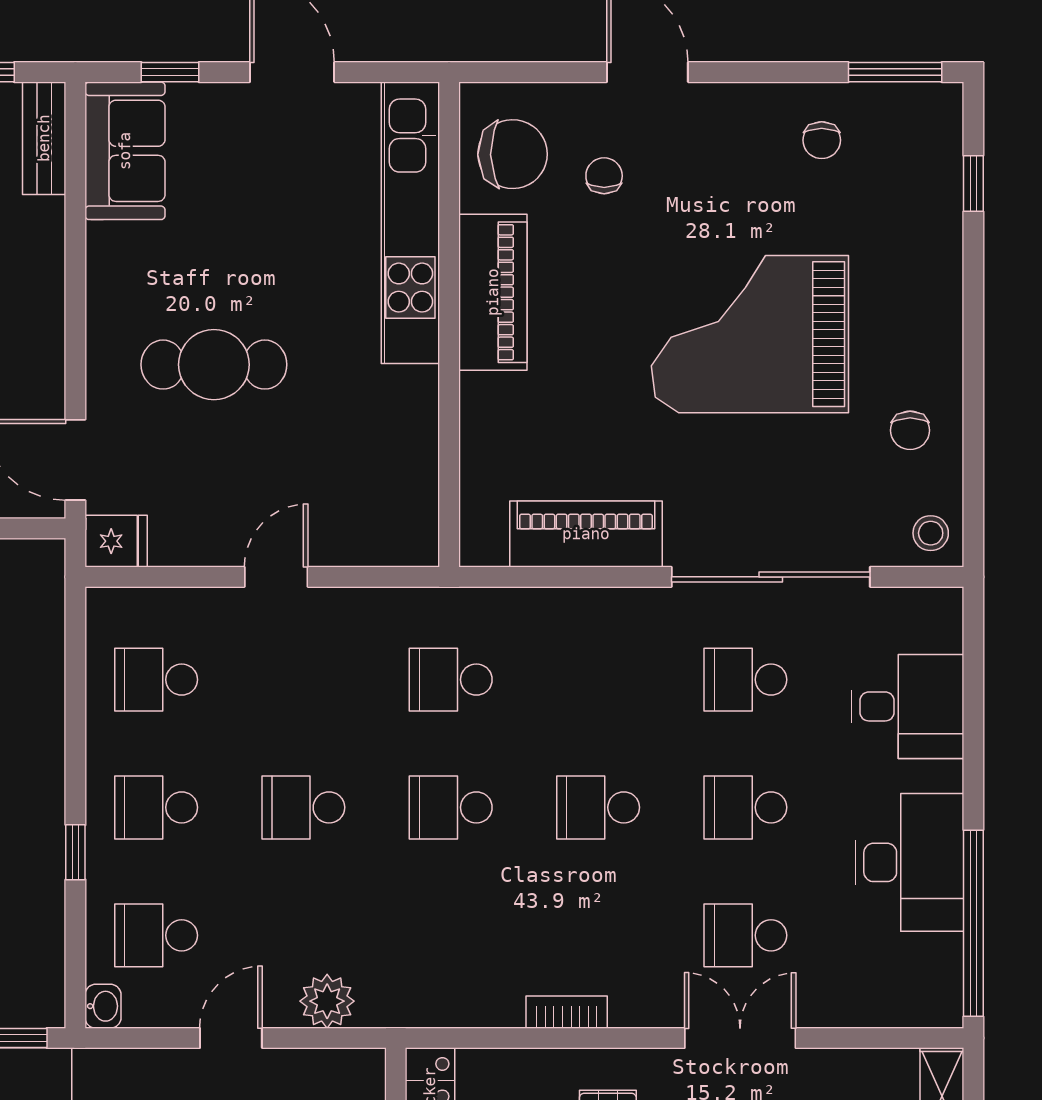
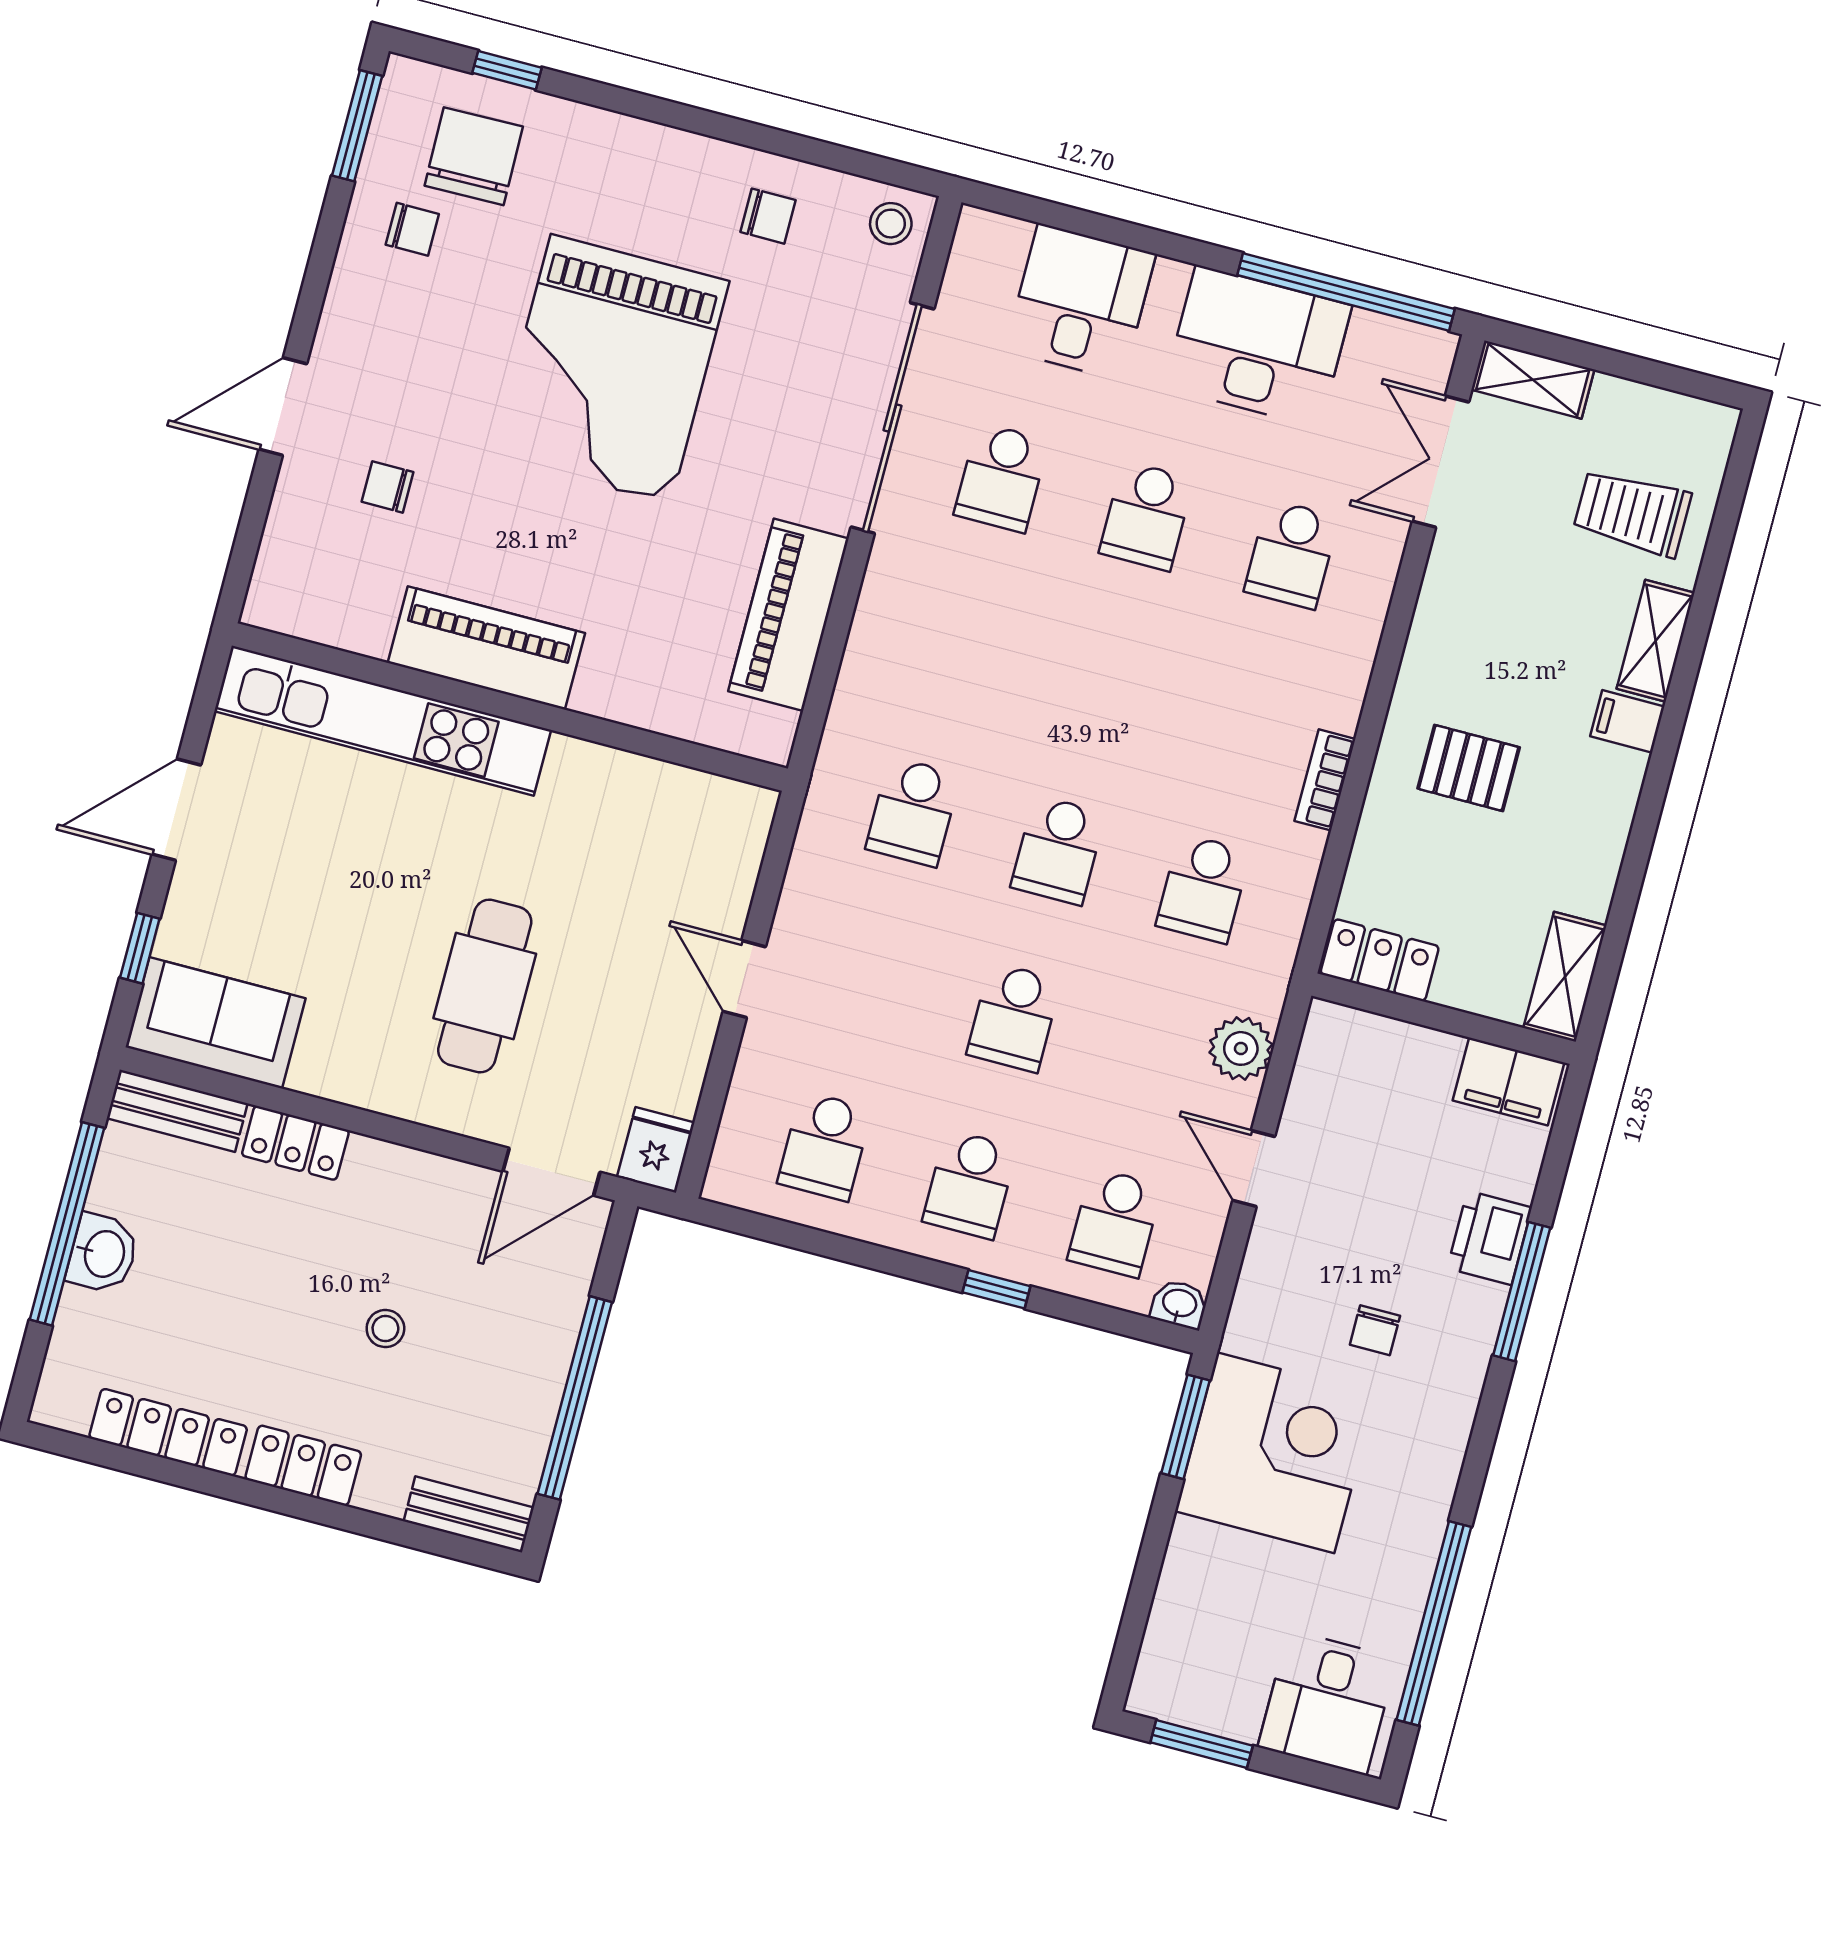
chair: (513, 154) -> (474, 156), moved
locker: (43, 243) -> (295, 1143), added
school desk: (598, 807) -> (1203, 888), moved
double door: (740, 1038) -> (1441, 462), moved

